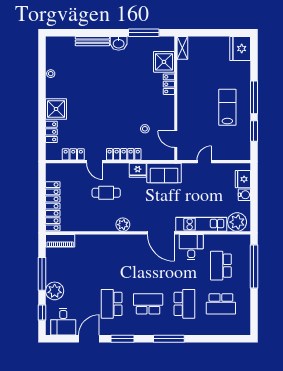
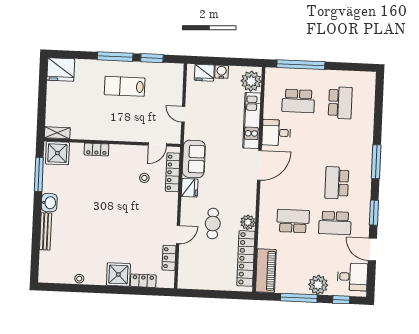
shower: (164, 62) -> (57, 153), moved
locker: (124, 154) -> (173, 172), moved
locker: (53, 206) -> (246, 258), moved, turned -90
plant: (123, 225) -> (248, 222), moved
piano: (60, 241) -> (266, 271), width x1.37, depth x1.33
school desk: (184, 304) -> (293, 221), moved

